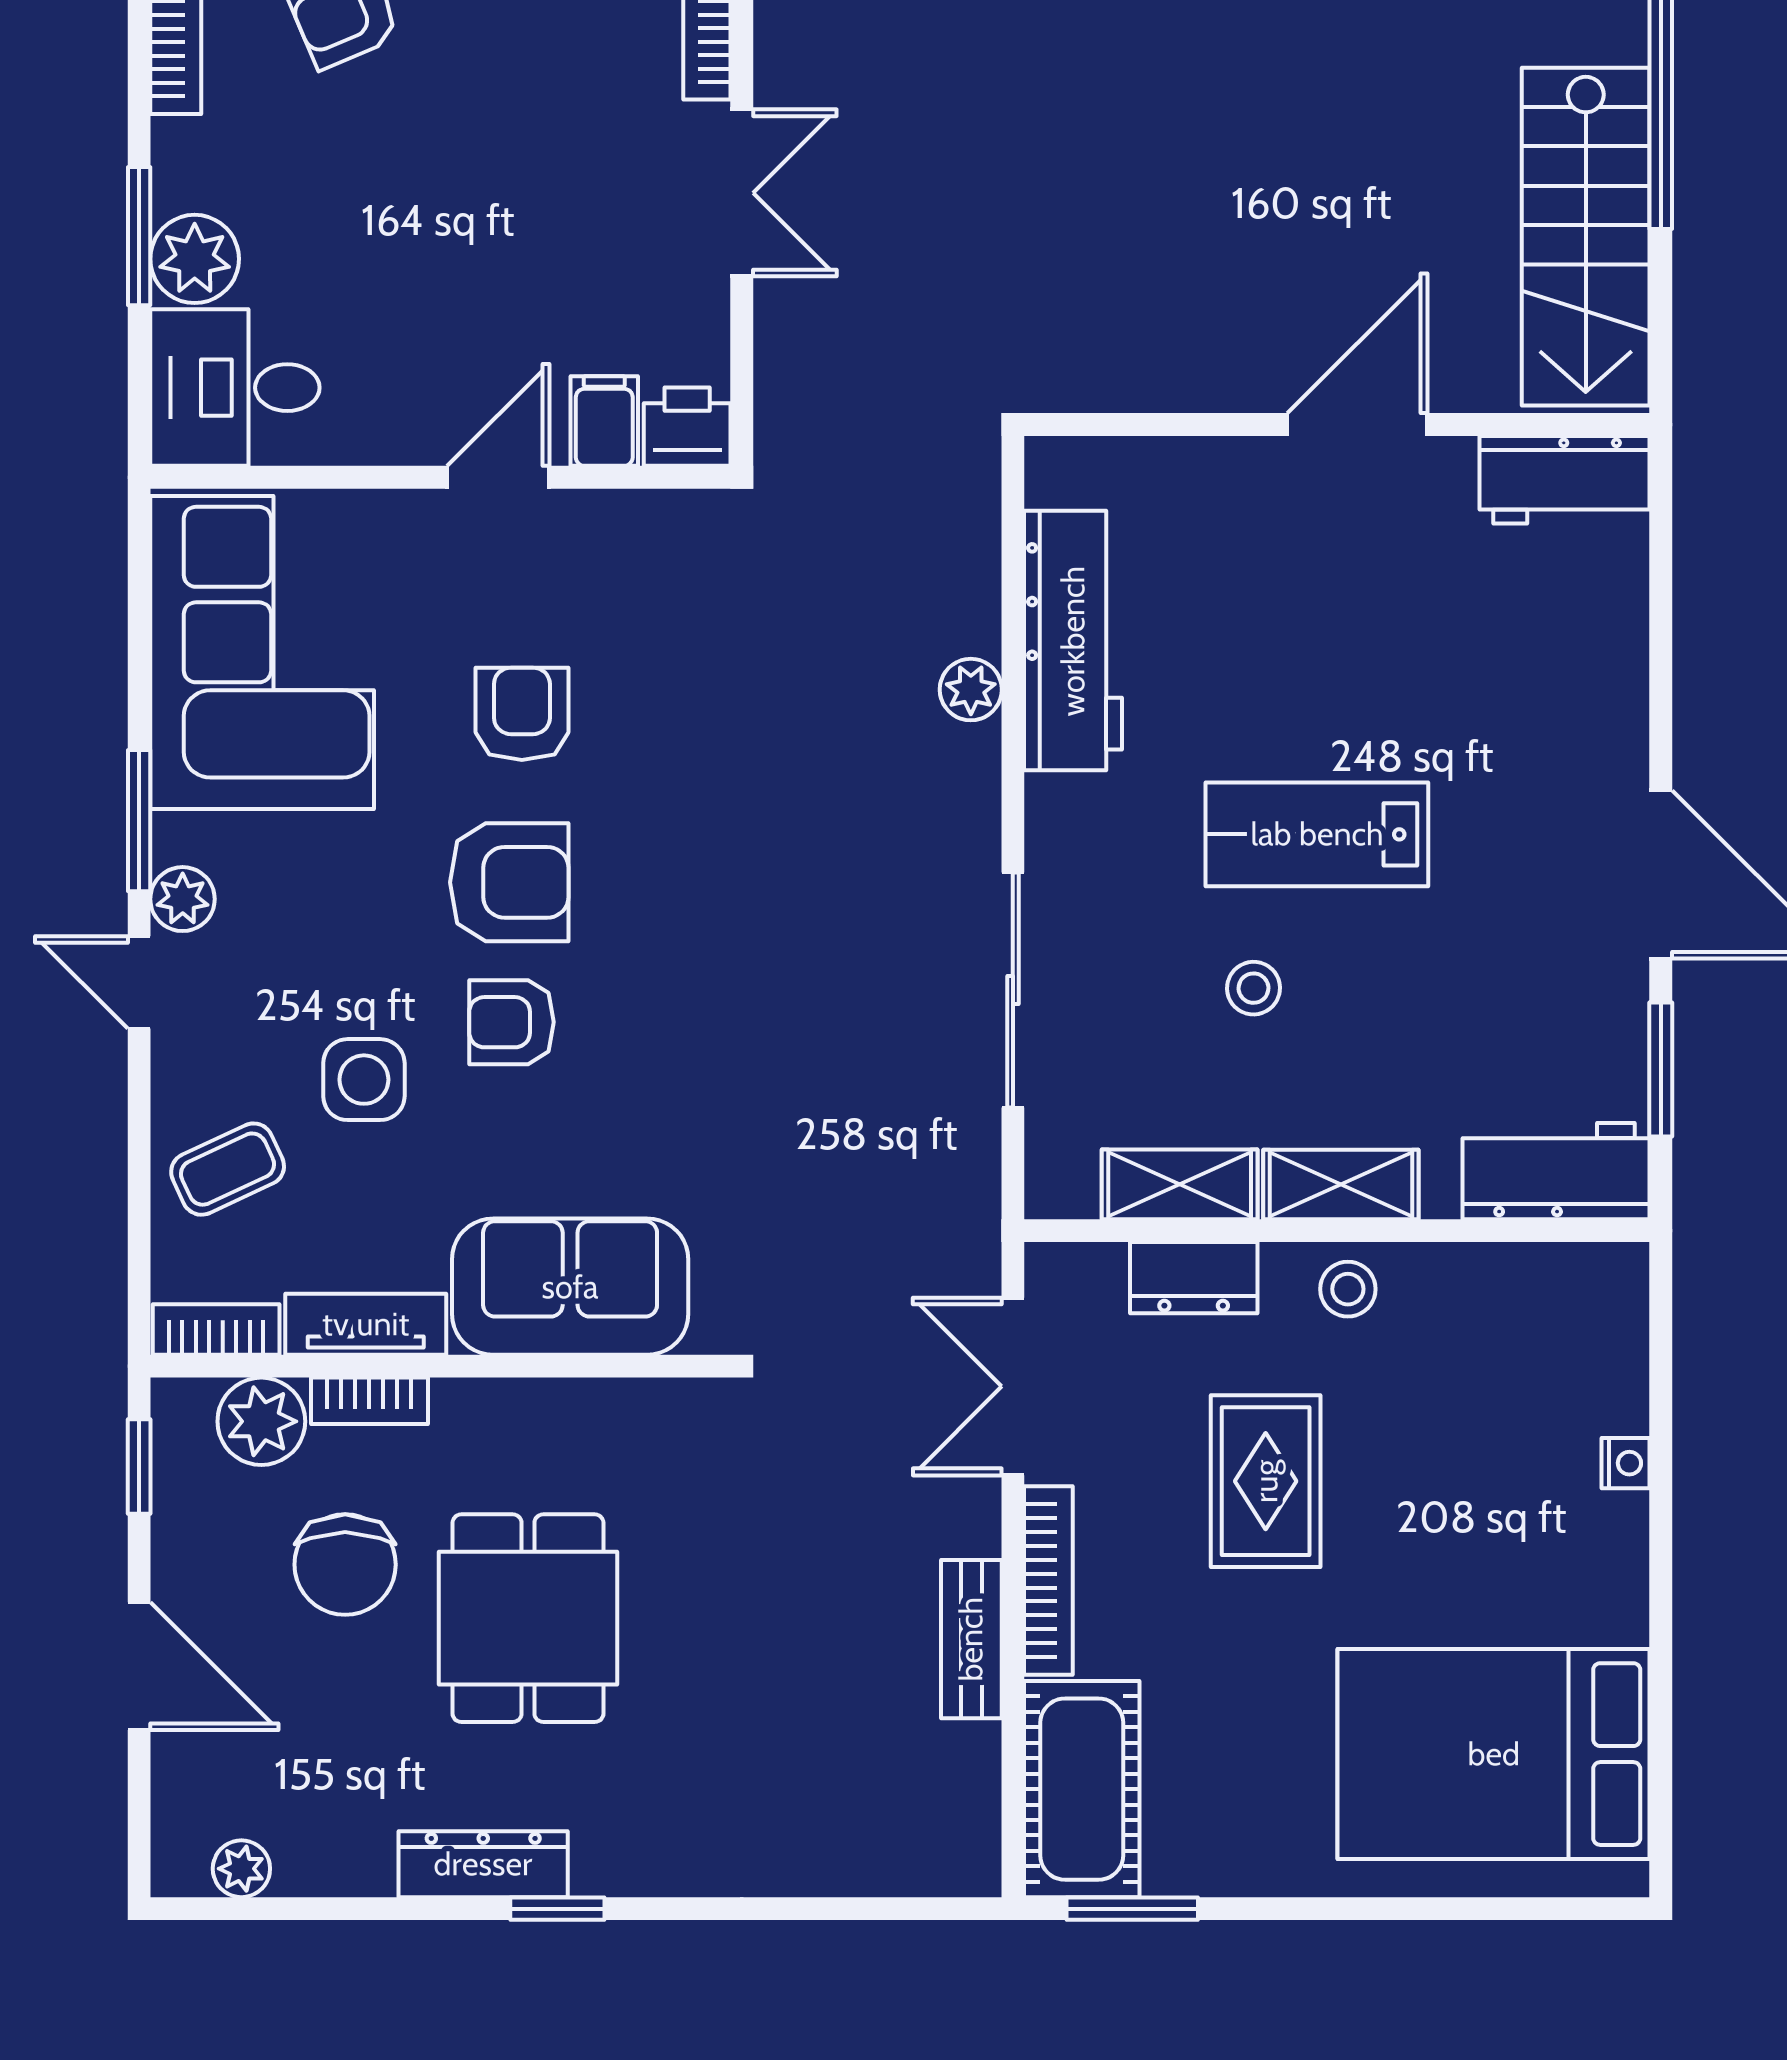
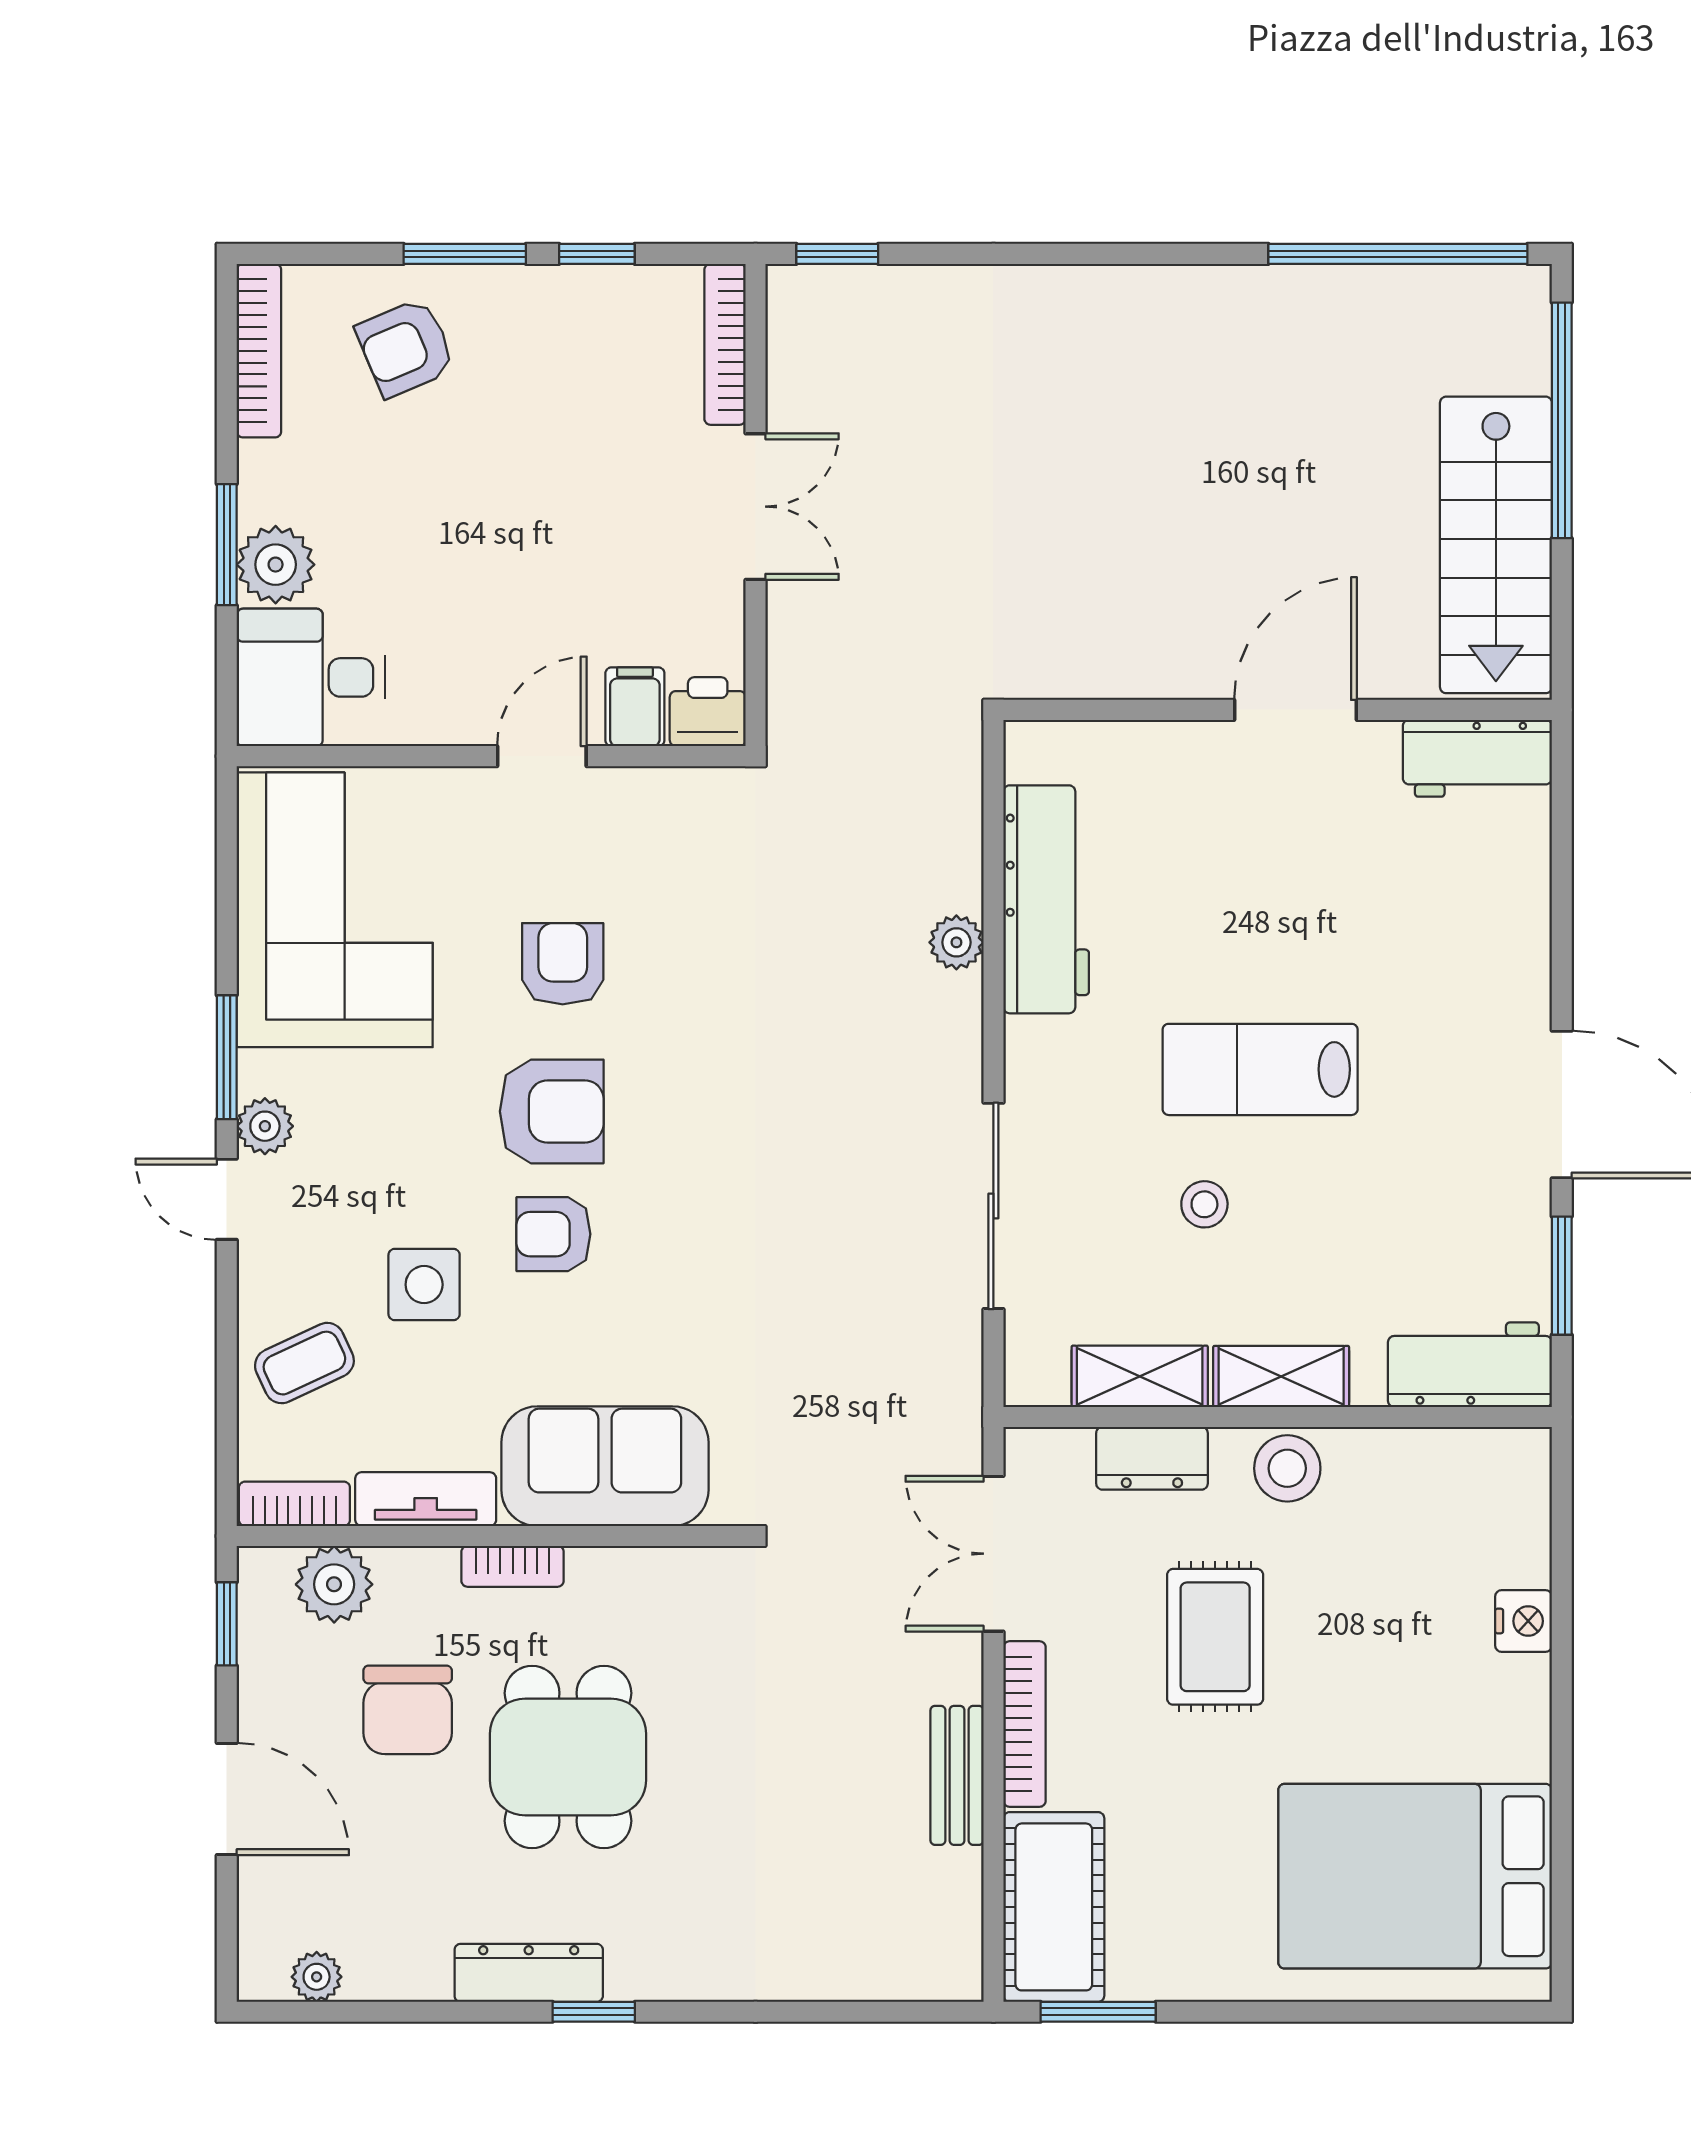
stool: (1348, 1289) -> (1287, 1468), width x1.37, depth x1.37
bookcase: (369, 1401) -> (513, 1566), moved
nightstand: (1626, 1463) -> (1524, 1621), width x1.39, depth x1.35

